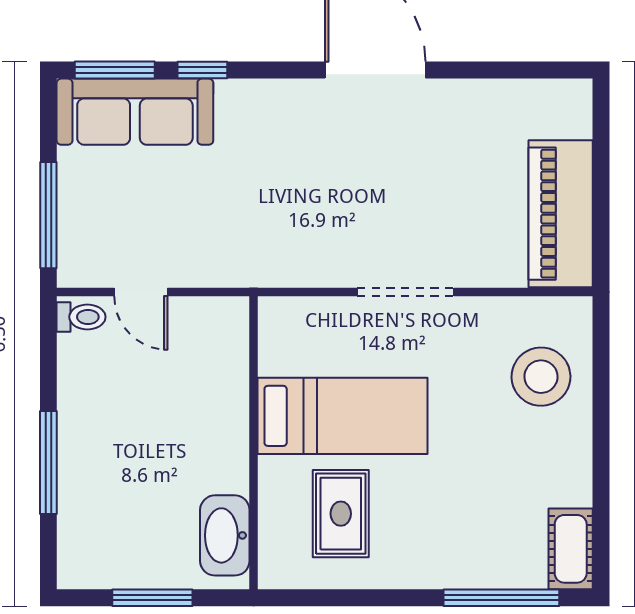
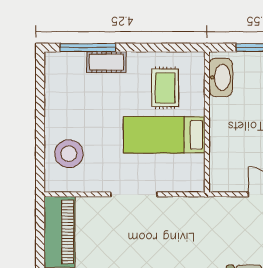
cot: (571, 549) -> (106, 62), moved, turned 90

